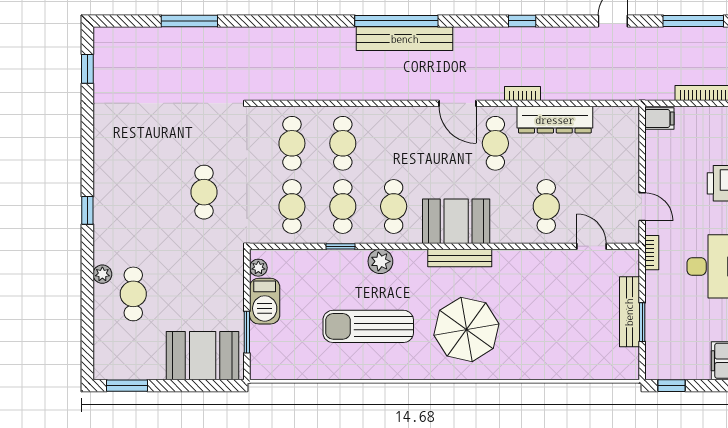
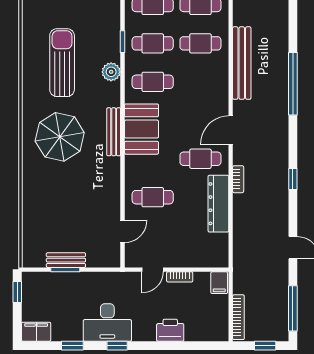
bench: (405, 39) -> (242, 63), moved
bookcase: (652, 253) -> (180, 277), moved
bench: (629, 312) -> (66, 260), width x0.73

